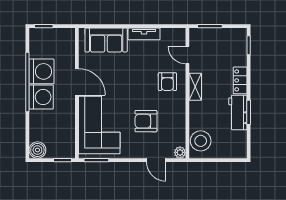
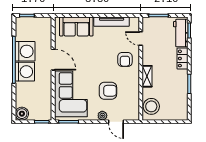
tv unit: (144, 34) -> (112, 22), width x1.41
shelving: (195, 87) -> (147, 76), moved
workbench: (238, 112) -> (181, 33), moved
armchair: (146, 121) -> (108, 91), turned 180
plant: (180, 152) -> (102, 116), moved

